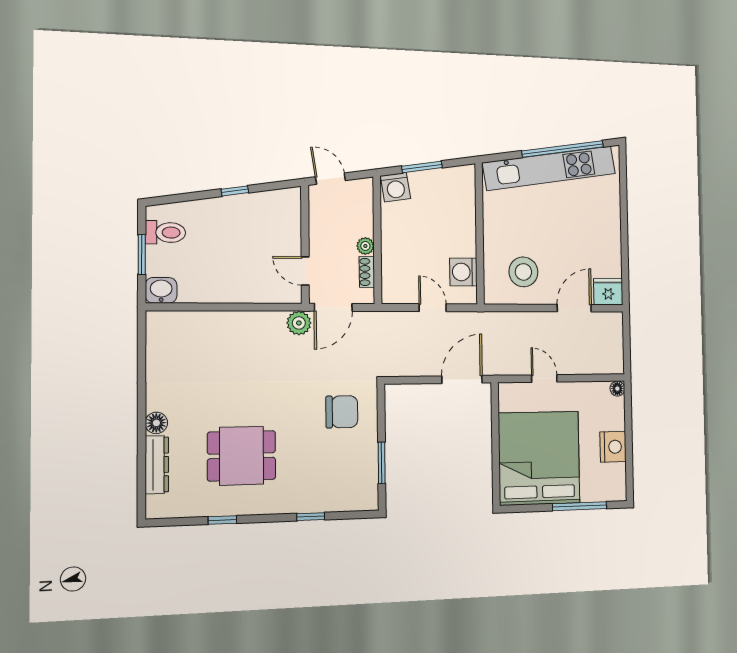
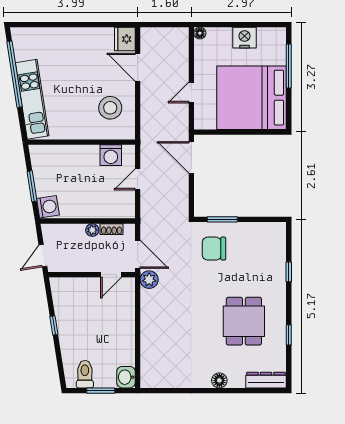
kitchen unit: (550, 168) -> (32, 99), width x0.73
chair: (342, 412) -> (214, 249), turned -90
window: (382, 463) -> (222, 219), moved
dresser: (157, 465) -> (266, 380), moved

